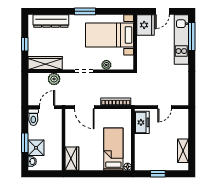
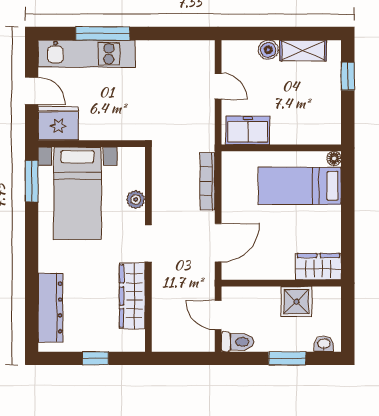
window: (85, 11) -> (32, 181), moved
window: (192, 37) -> (103, 33), moved
wardrobe: (45, 63) -> (132, 296), moved
plant: (54, 79) -> (163, 301), removed
boiler: (183, 133) -> (268, 50), added
shower: (36, 148) -> (296, 302), moved
window: (158, 174) -> (348, 76), moved

